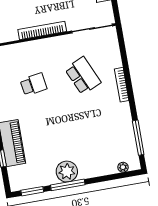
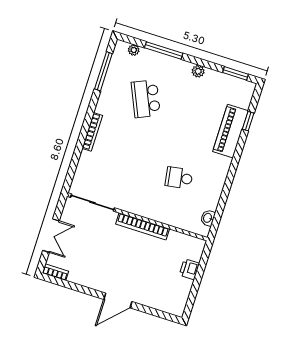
school desk: (83, 76) -> (146, 99), moved
plant: (67, 172) -> (198, 71), width x0.53, depth x0.53
window: (68, 185) -> (164, 51), moved

